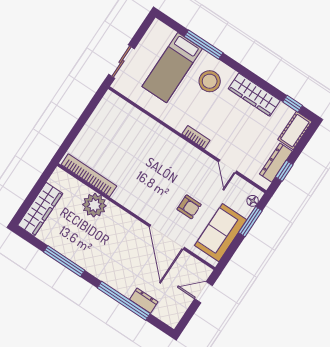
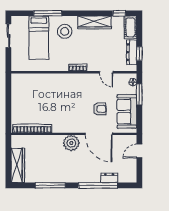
sliding door: (121, 62) -> (8, 36), moved
plant: (94, 205) -> (71, 143), moved

